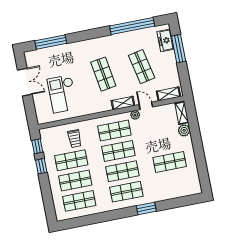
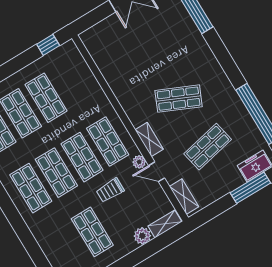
shop shelf: (103, 74) -> (179, 99), turned 33
checkout: (62, 94) -> (131, 53), removed
door: (146, 106) -> (157, 172), swing flipped
trolley: (75, 139) -> (110, 190), moved
window: (41, 166) -> (23, 60), removed
window: (146, 209) -> (18, 223), removed

